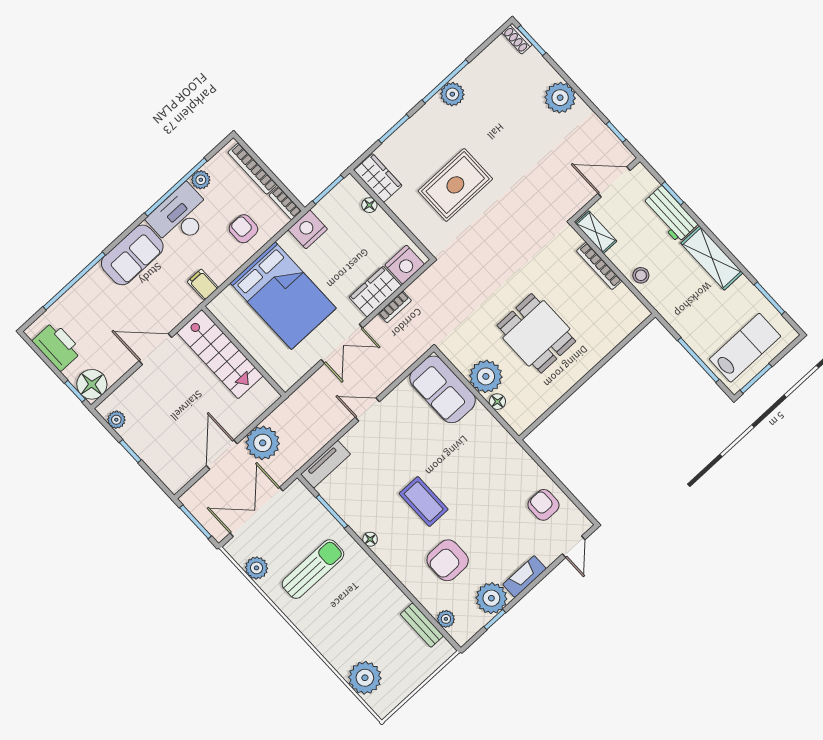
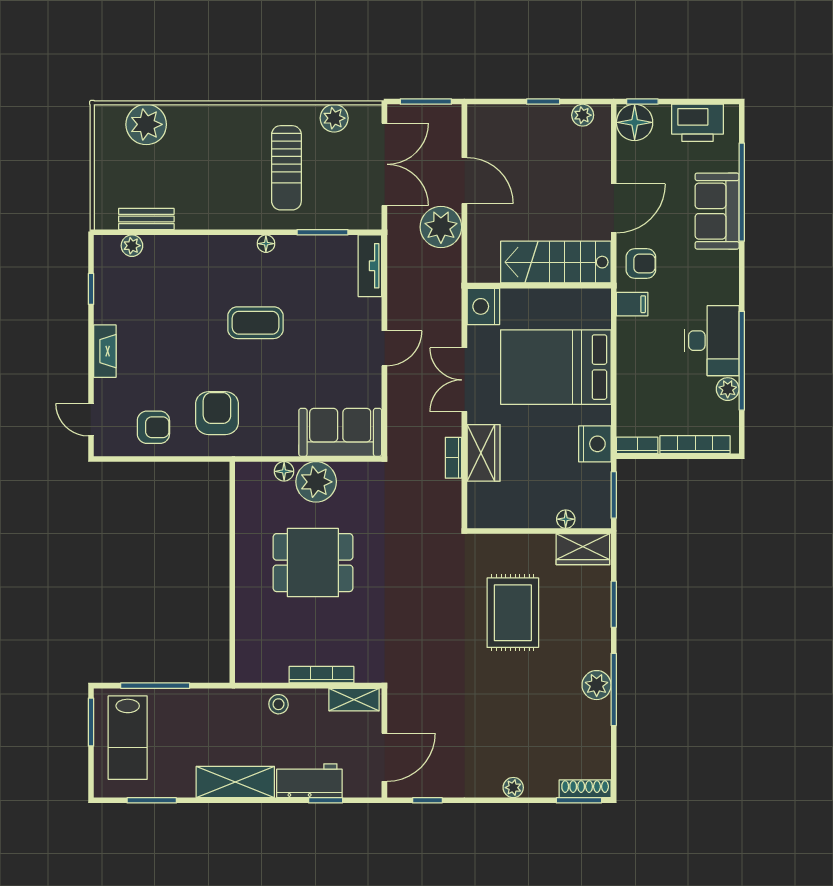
shoe rack: (517, 39) -> (585, 789), width x1.43
plant: (560, 98) -> (513, 788), width x0.53, depth x0.53
armchair: (243, 229) -> (641, 263), moved
sofa: (132, 255) -> (717, 211), moved
nightstand: (405, 265) -> (483, 306), moved
armchair: (448, 560) -> (217, 413), moved
plant: (491, 598) -> (113, 304), removed

